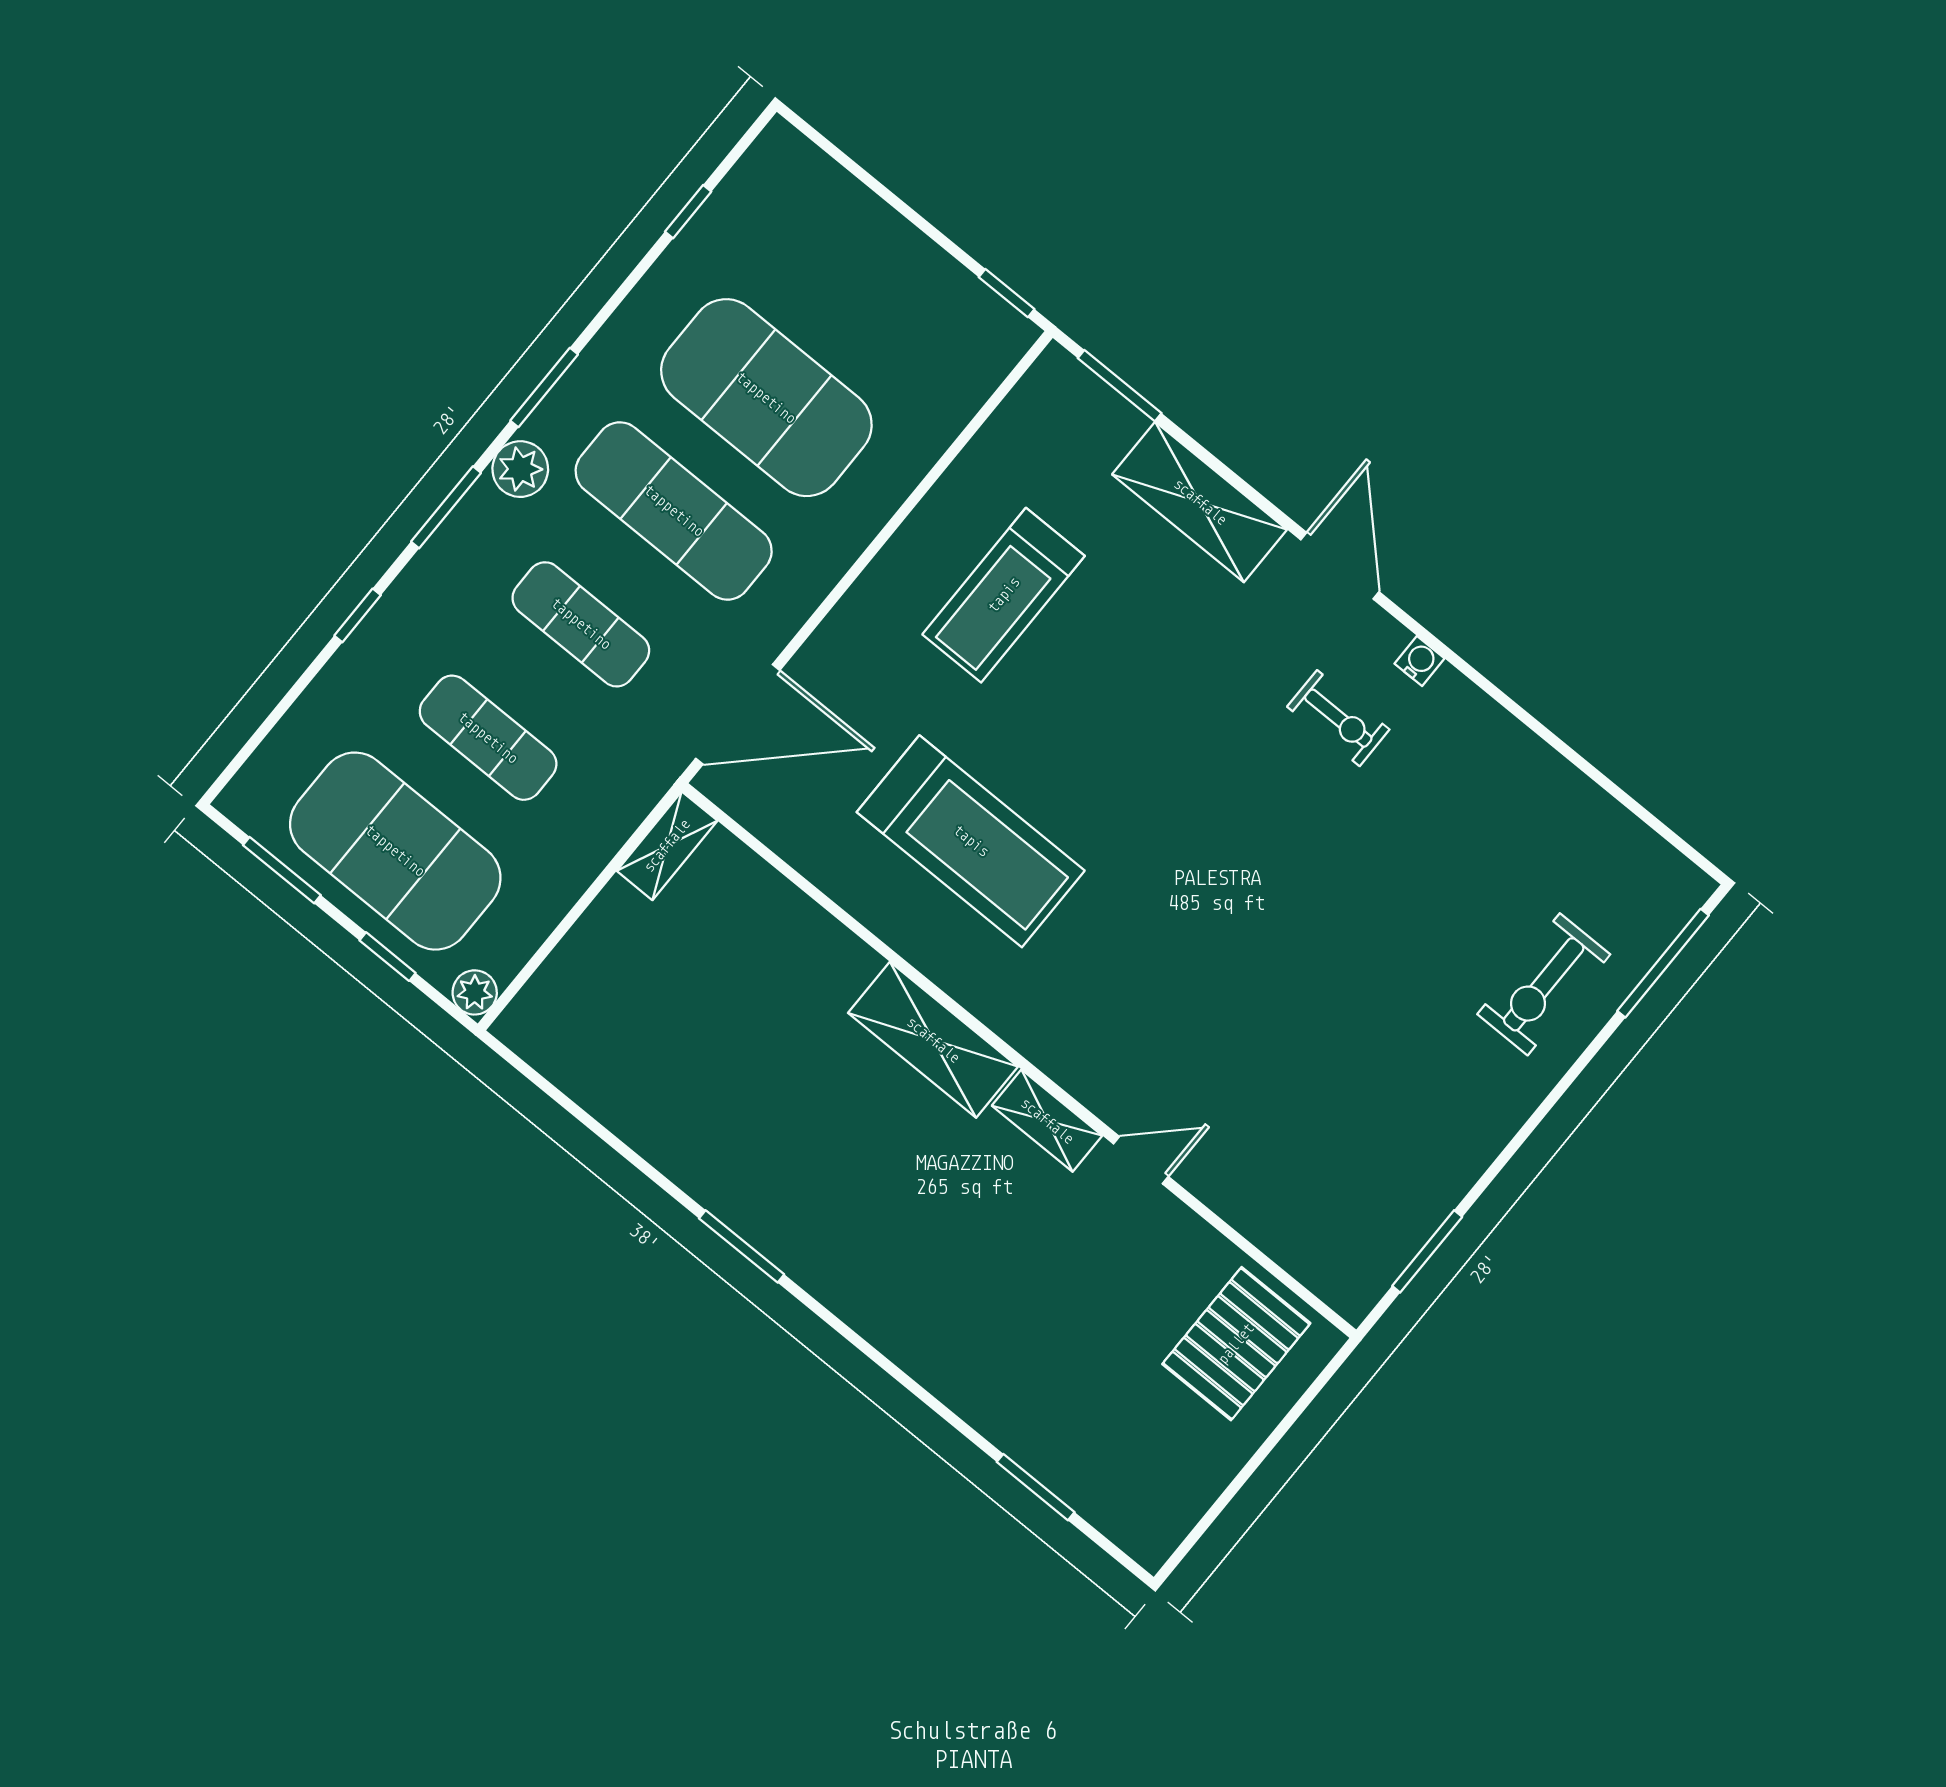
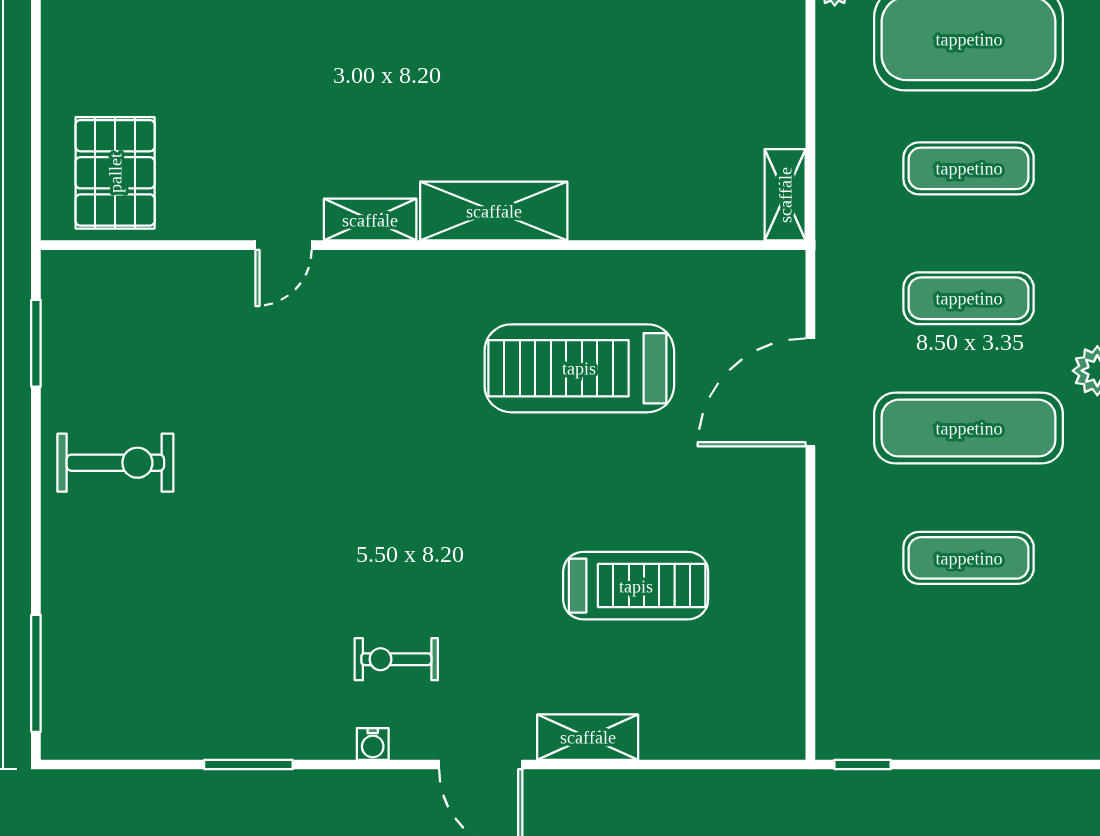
window: (1120, 386) -> (248, 765), moved
exercise mat: (766, 398) -> (969, 558), width x0.50, depth x0.69
shelving: (1200, 502) -> (588, 737), width x0.67, depth x0.75
treadmill: (1004, 595) -> (636, 586), moved, turned 90
door: (738, 714) -> (810, 392), moved
exercise bike: (1544, 984) -> (115, 463), moved, turned 90

